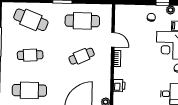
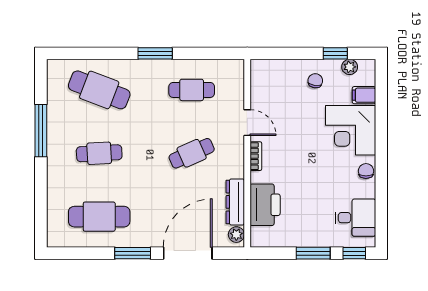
cafe table: (82, 21) -> (192, 90), width x0.73, depth x0.74
dresser: (105, 84) -> (235, 202), added
printer: (119, 86) -> (265, 205), width x1.87, depth x1.48

